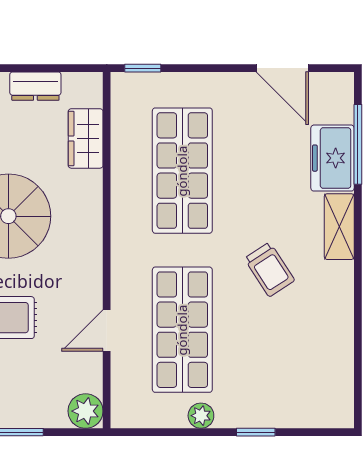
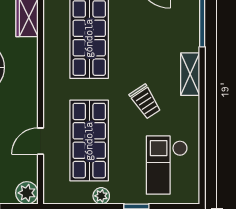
freezer: (333, 158) -> (186, 30), removed
checkout: (303, 368) -> (167, 165), added

